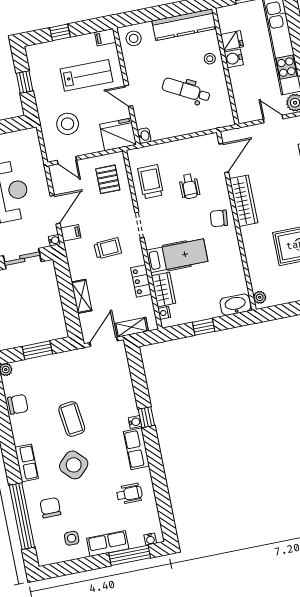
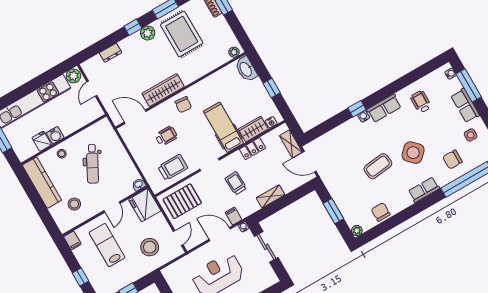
stool: (134, 38) -> (74, 204), moved
pallet: (108, 179) -> (182, 201), width x1.50, depth x1.42
trolley: (151, 182) -> (173, 167), turned 180
shelving: (82, 296) -> (271, 196), moved

